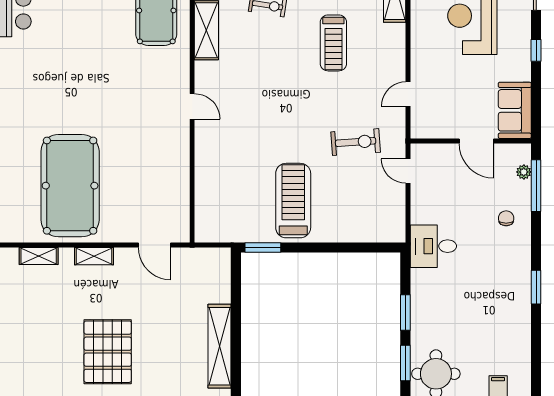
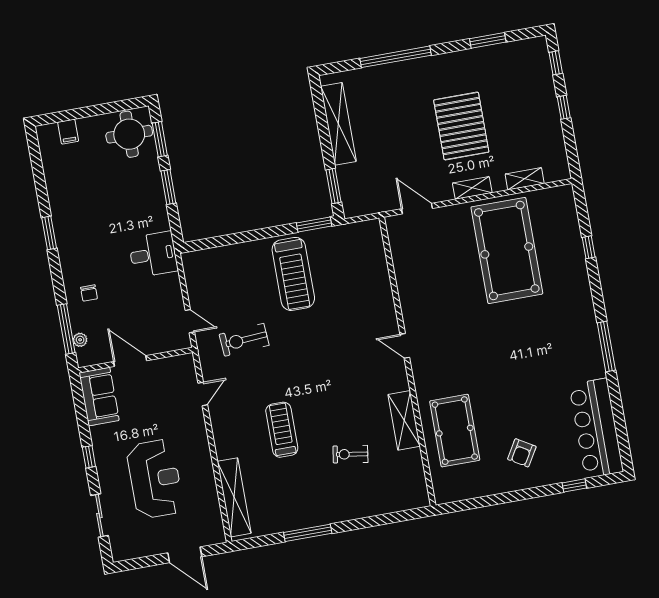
window: (236, 283) -> (334, 186), added
pallet: (108, 352) -> (461, 126), moved

